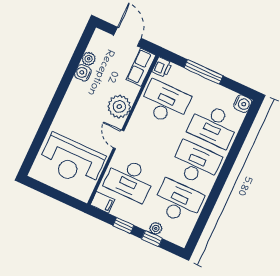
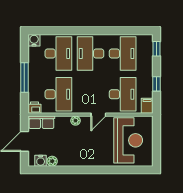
water cooler: (83, 73) -> (41, 161), moved
desk: (165, 103) -> (58, 94), turned 180
plant: (119, 107) -> (75, 121), width x0.53, depth x0.53
desk: (178, 202) -> (123, 54), turned 180
plant: (156, 228) -> (148, 60), removed
window: (152, 239) -> (156, 49), moved

